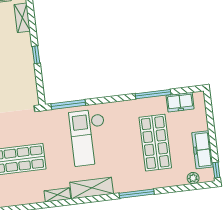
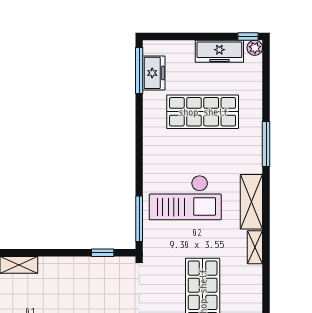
window: (36, 55) -> (103, 253), moved
window: (153, 94) -> (139, 70), moved
plant: (193, 178) -> (255, 48), moved

